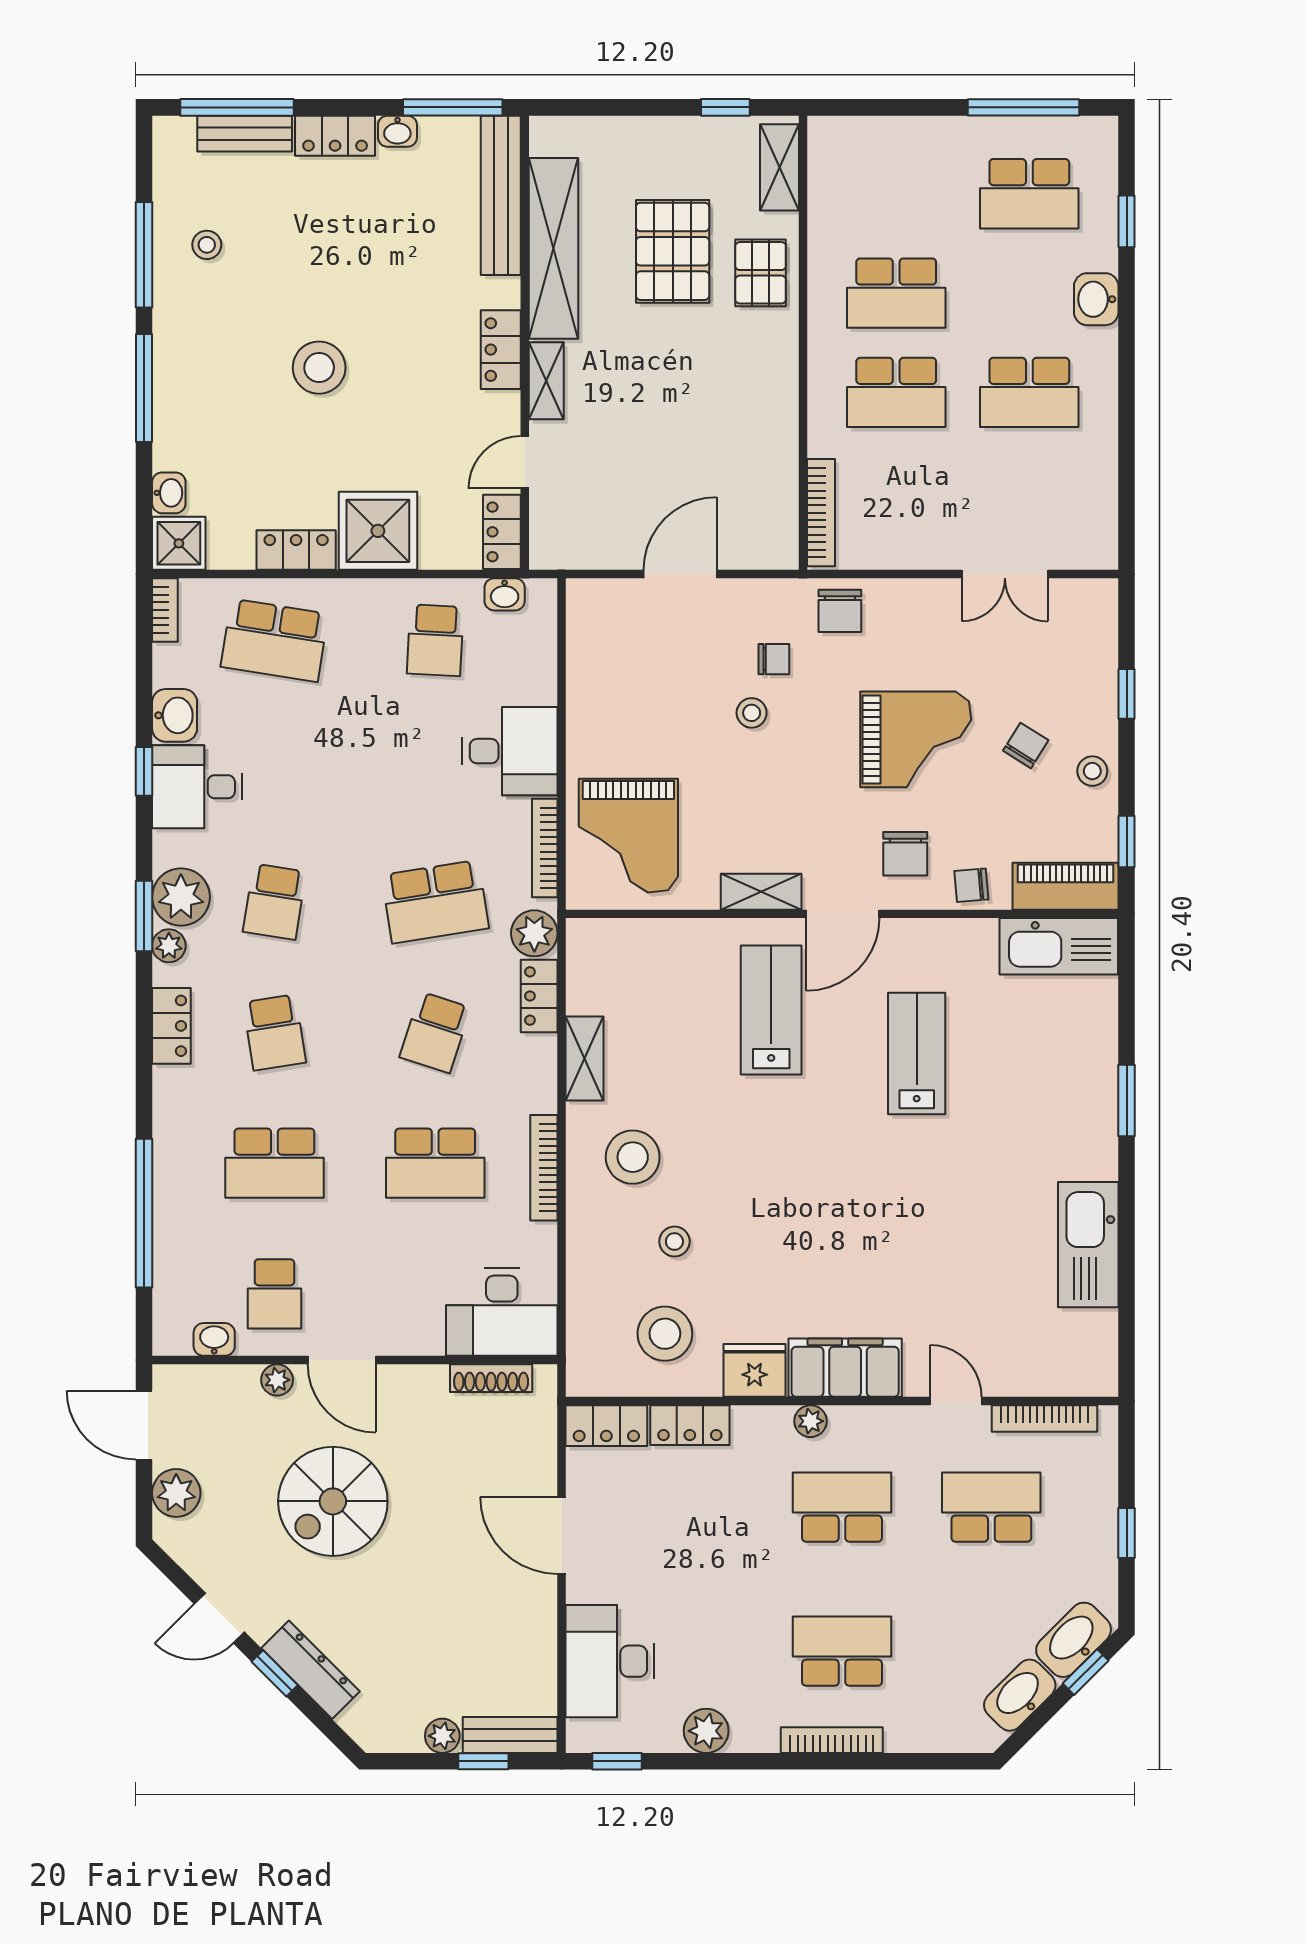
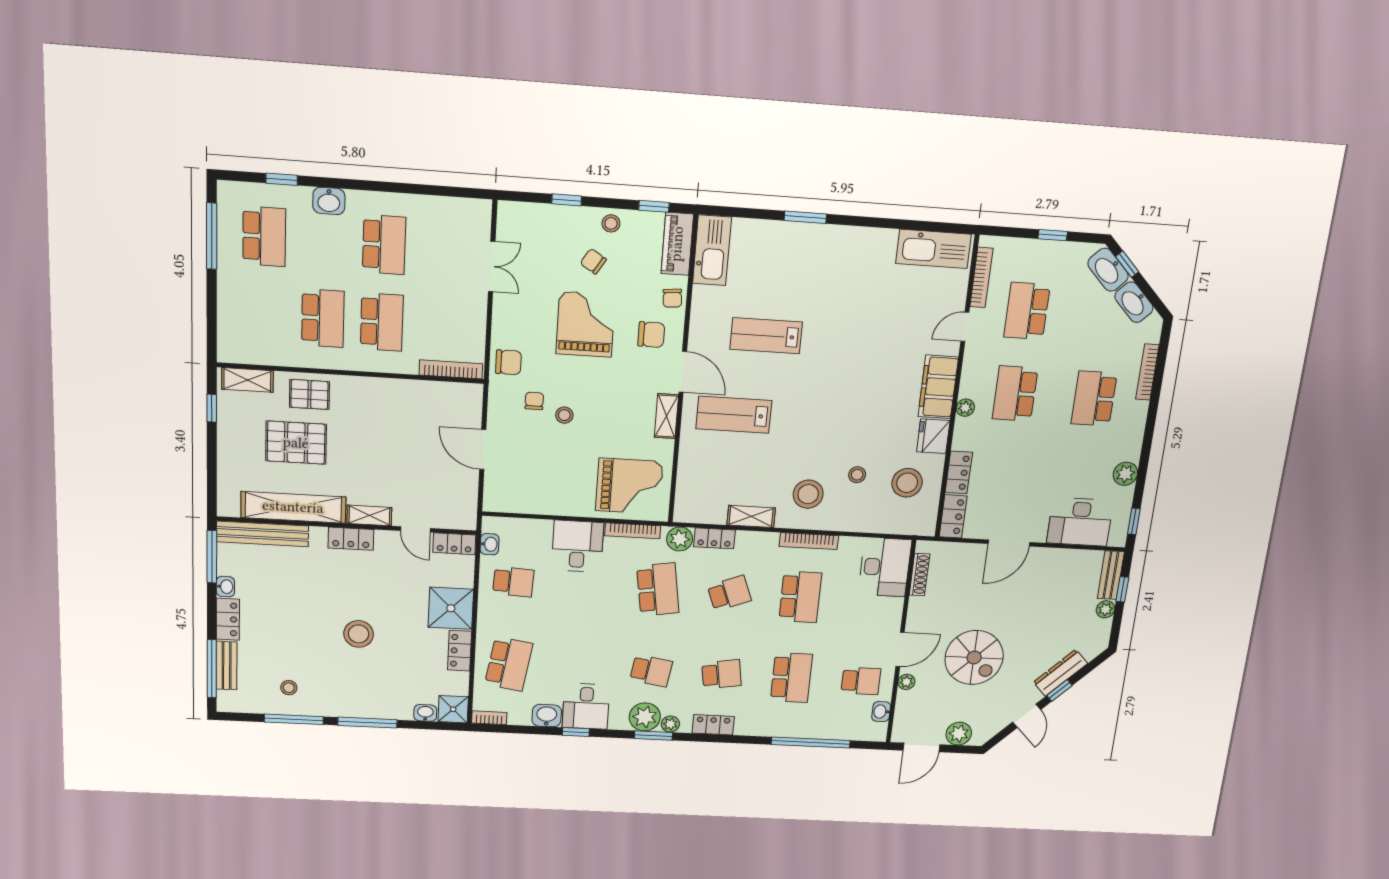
school desk: (435, 1032) -> (729, 593), turned -39
kitchen sink: (1088, 1245) -> (933, 249), moved
bookcase: (832, 1740) -> (1147, 372), moved

